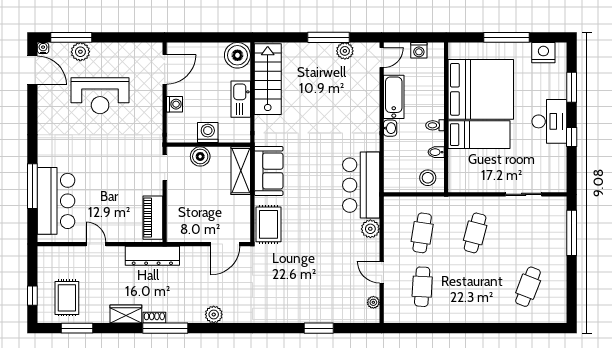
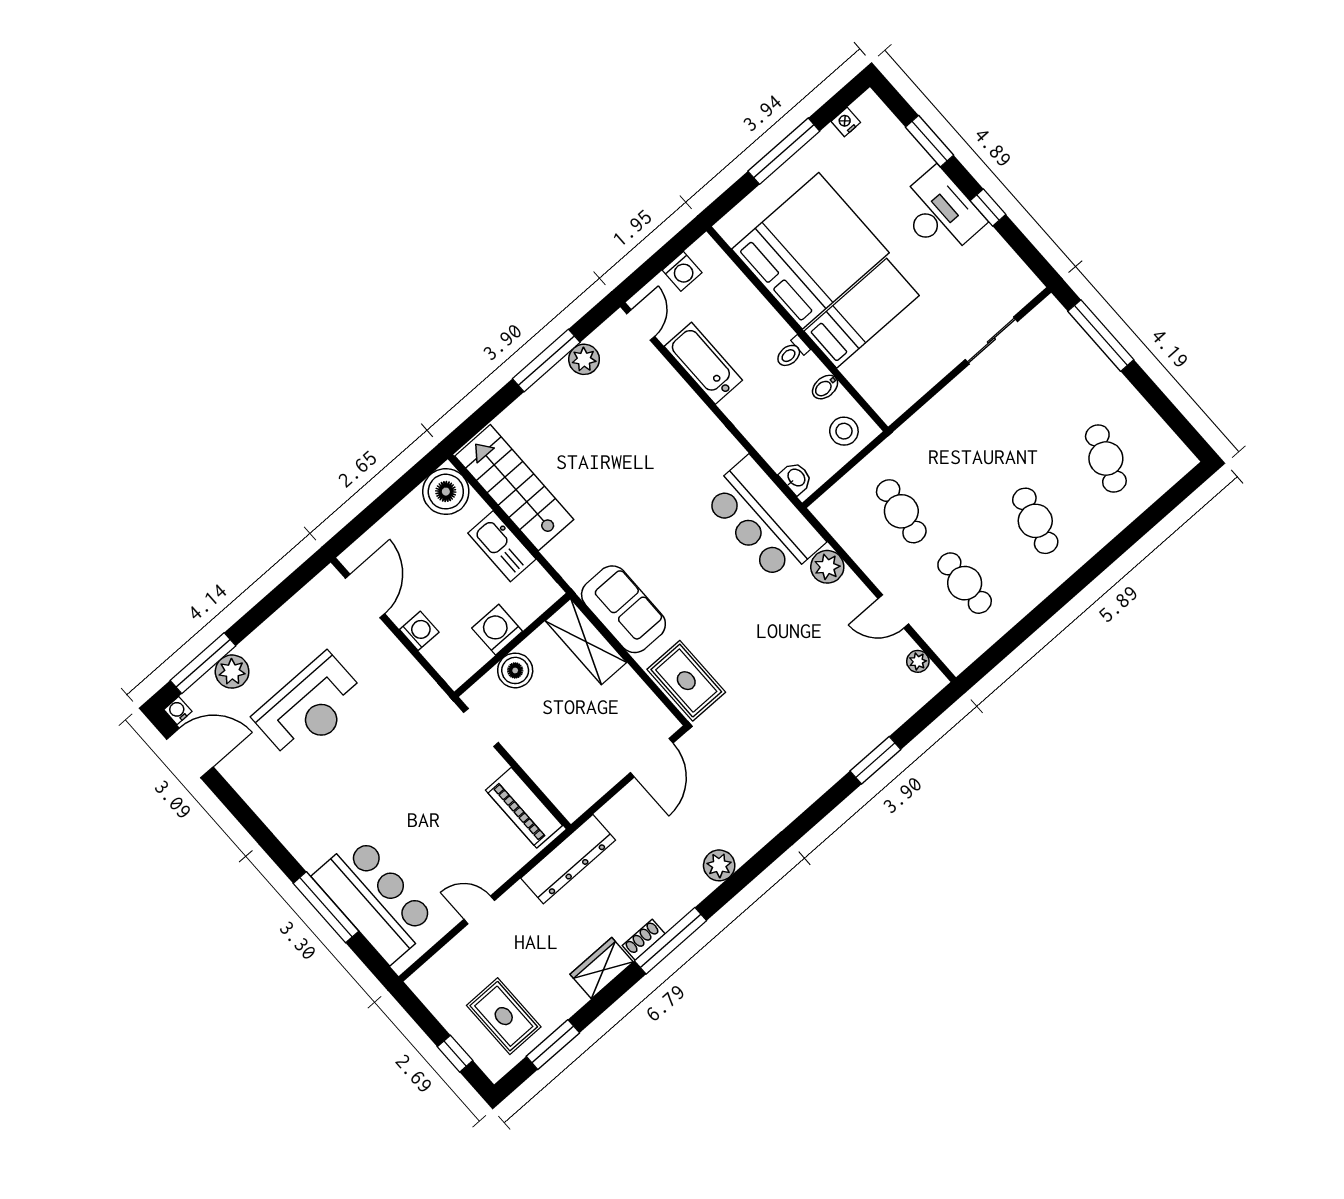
nightstand: (543, 53) -> (846, 122), width x0.53, depth x0.56
washbasin: (390, 128) -> (796, 478), moved
cafe table: (475, 233) -> (1035, 521), moved

